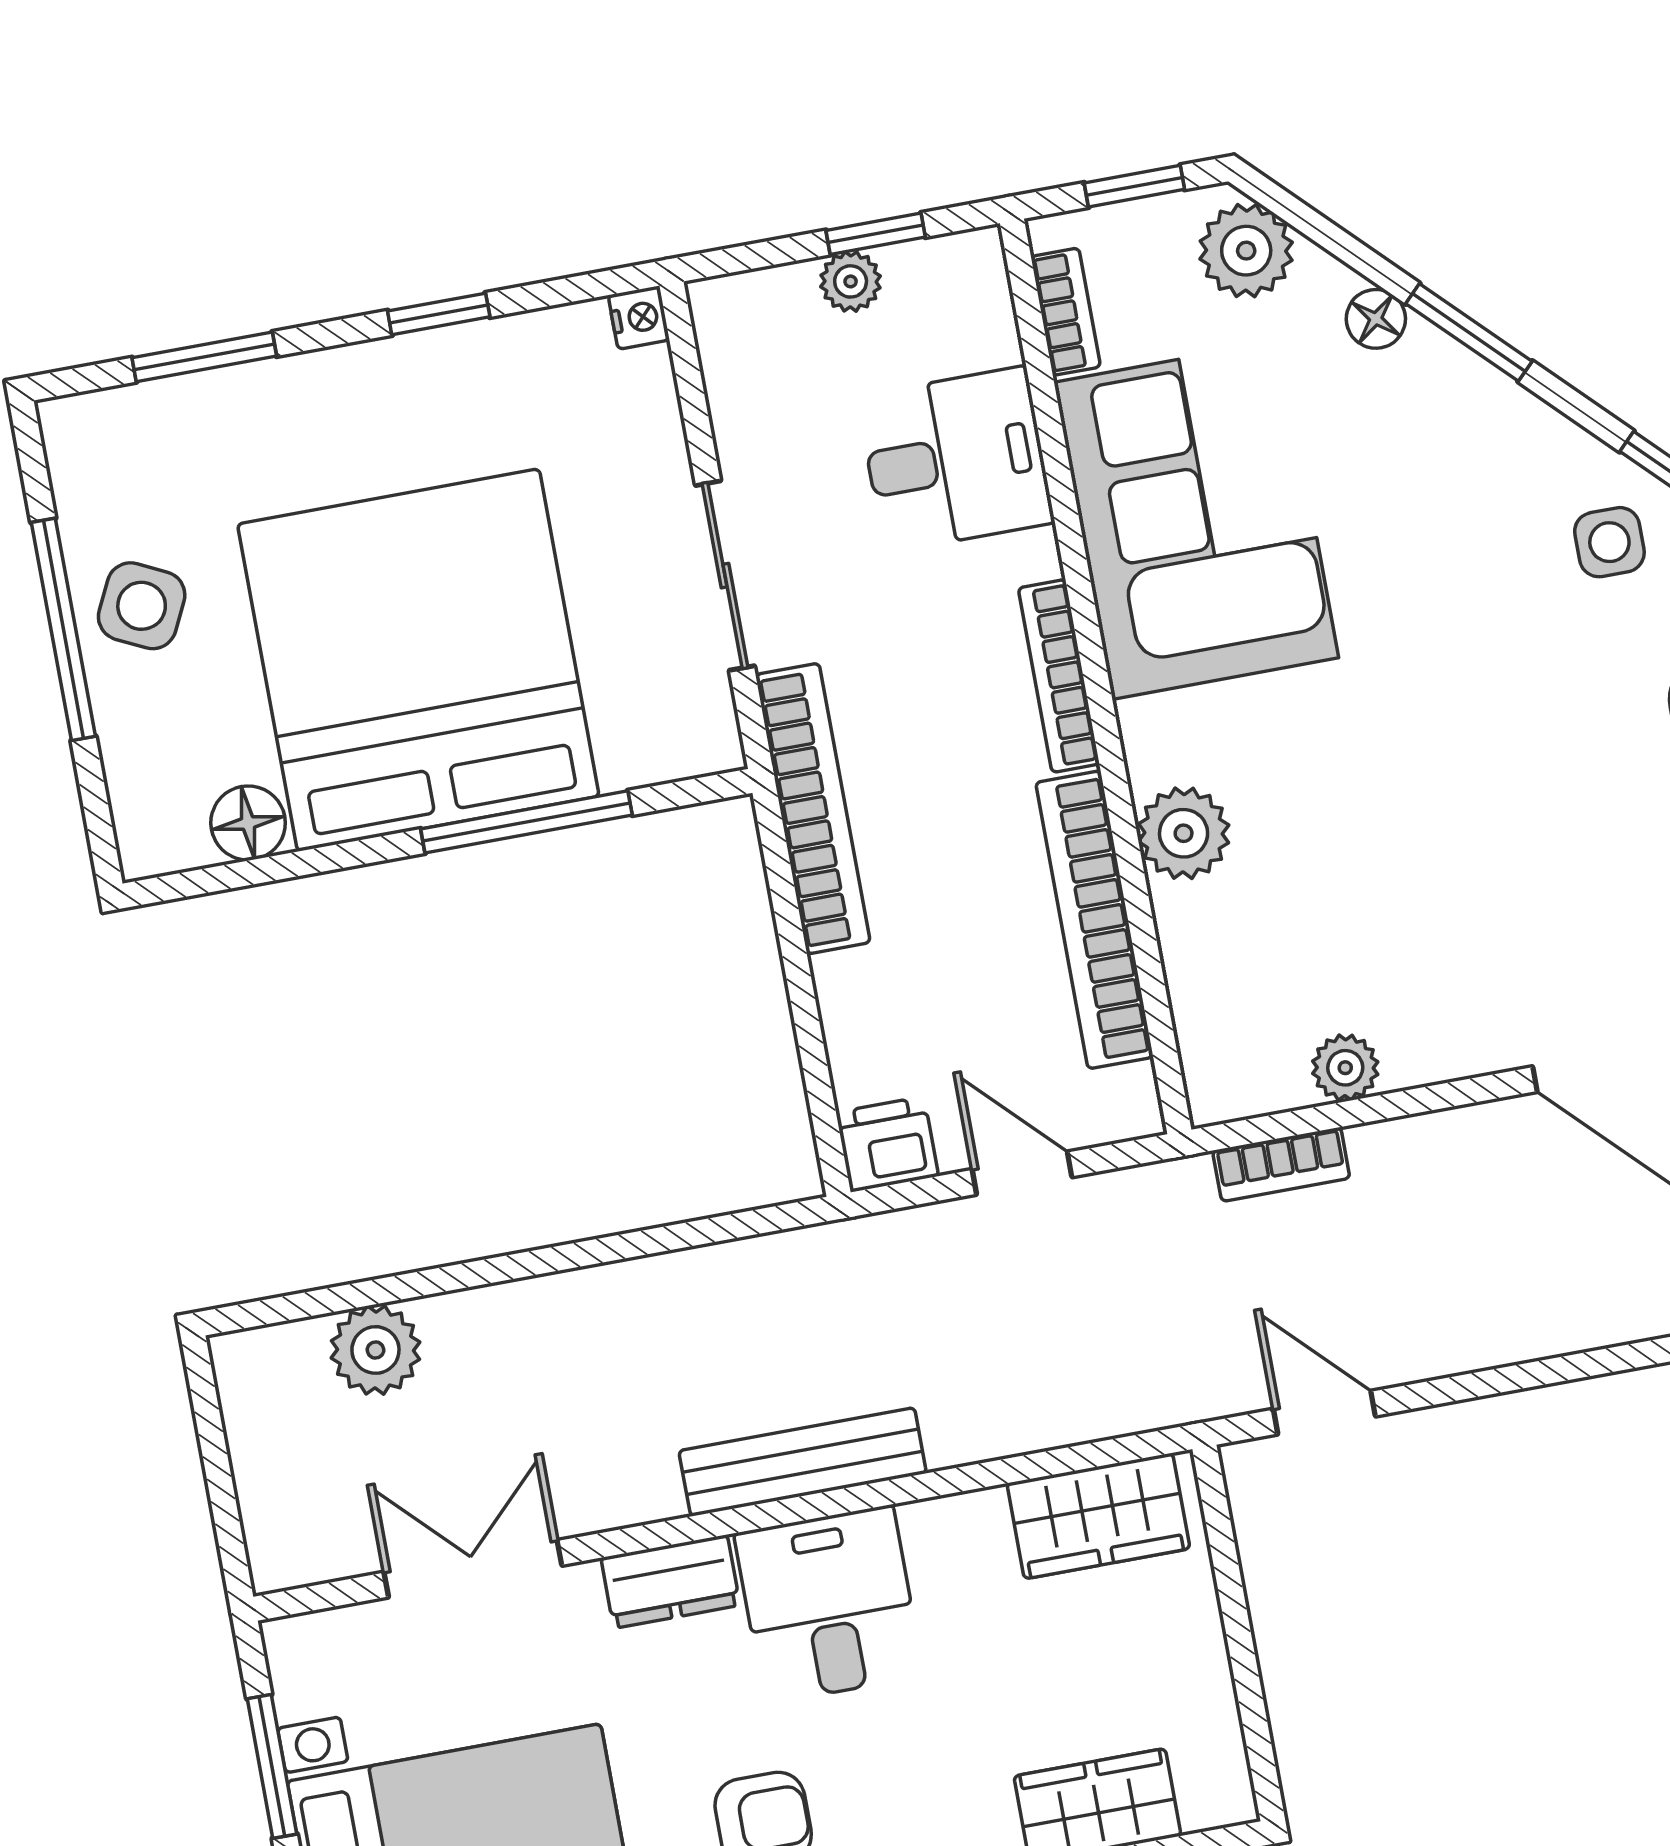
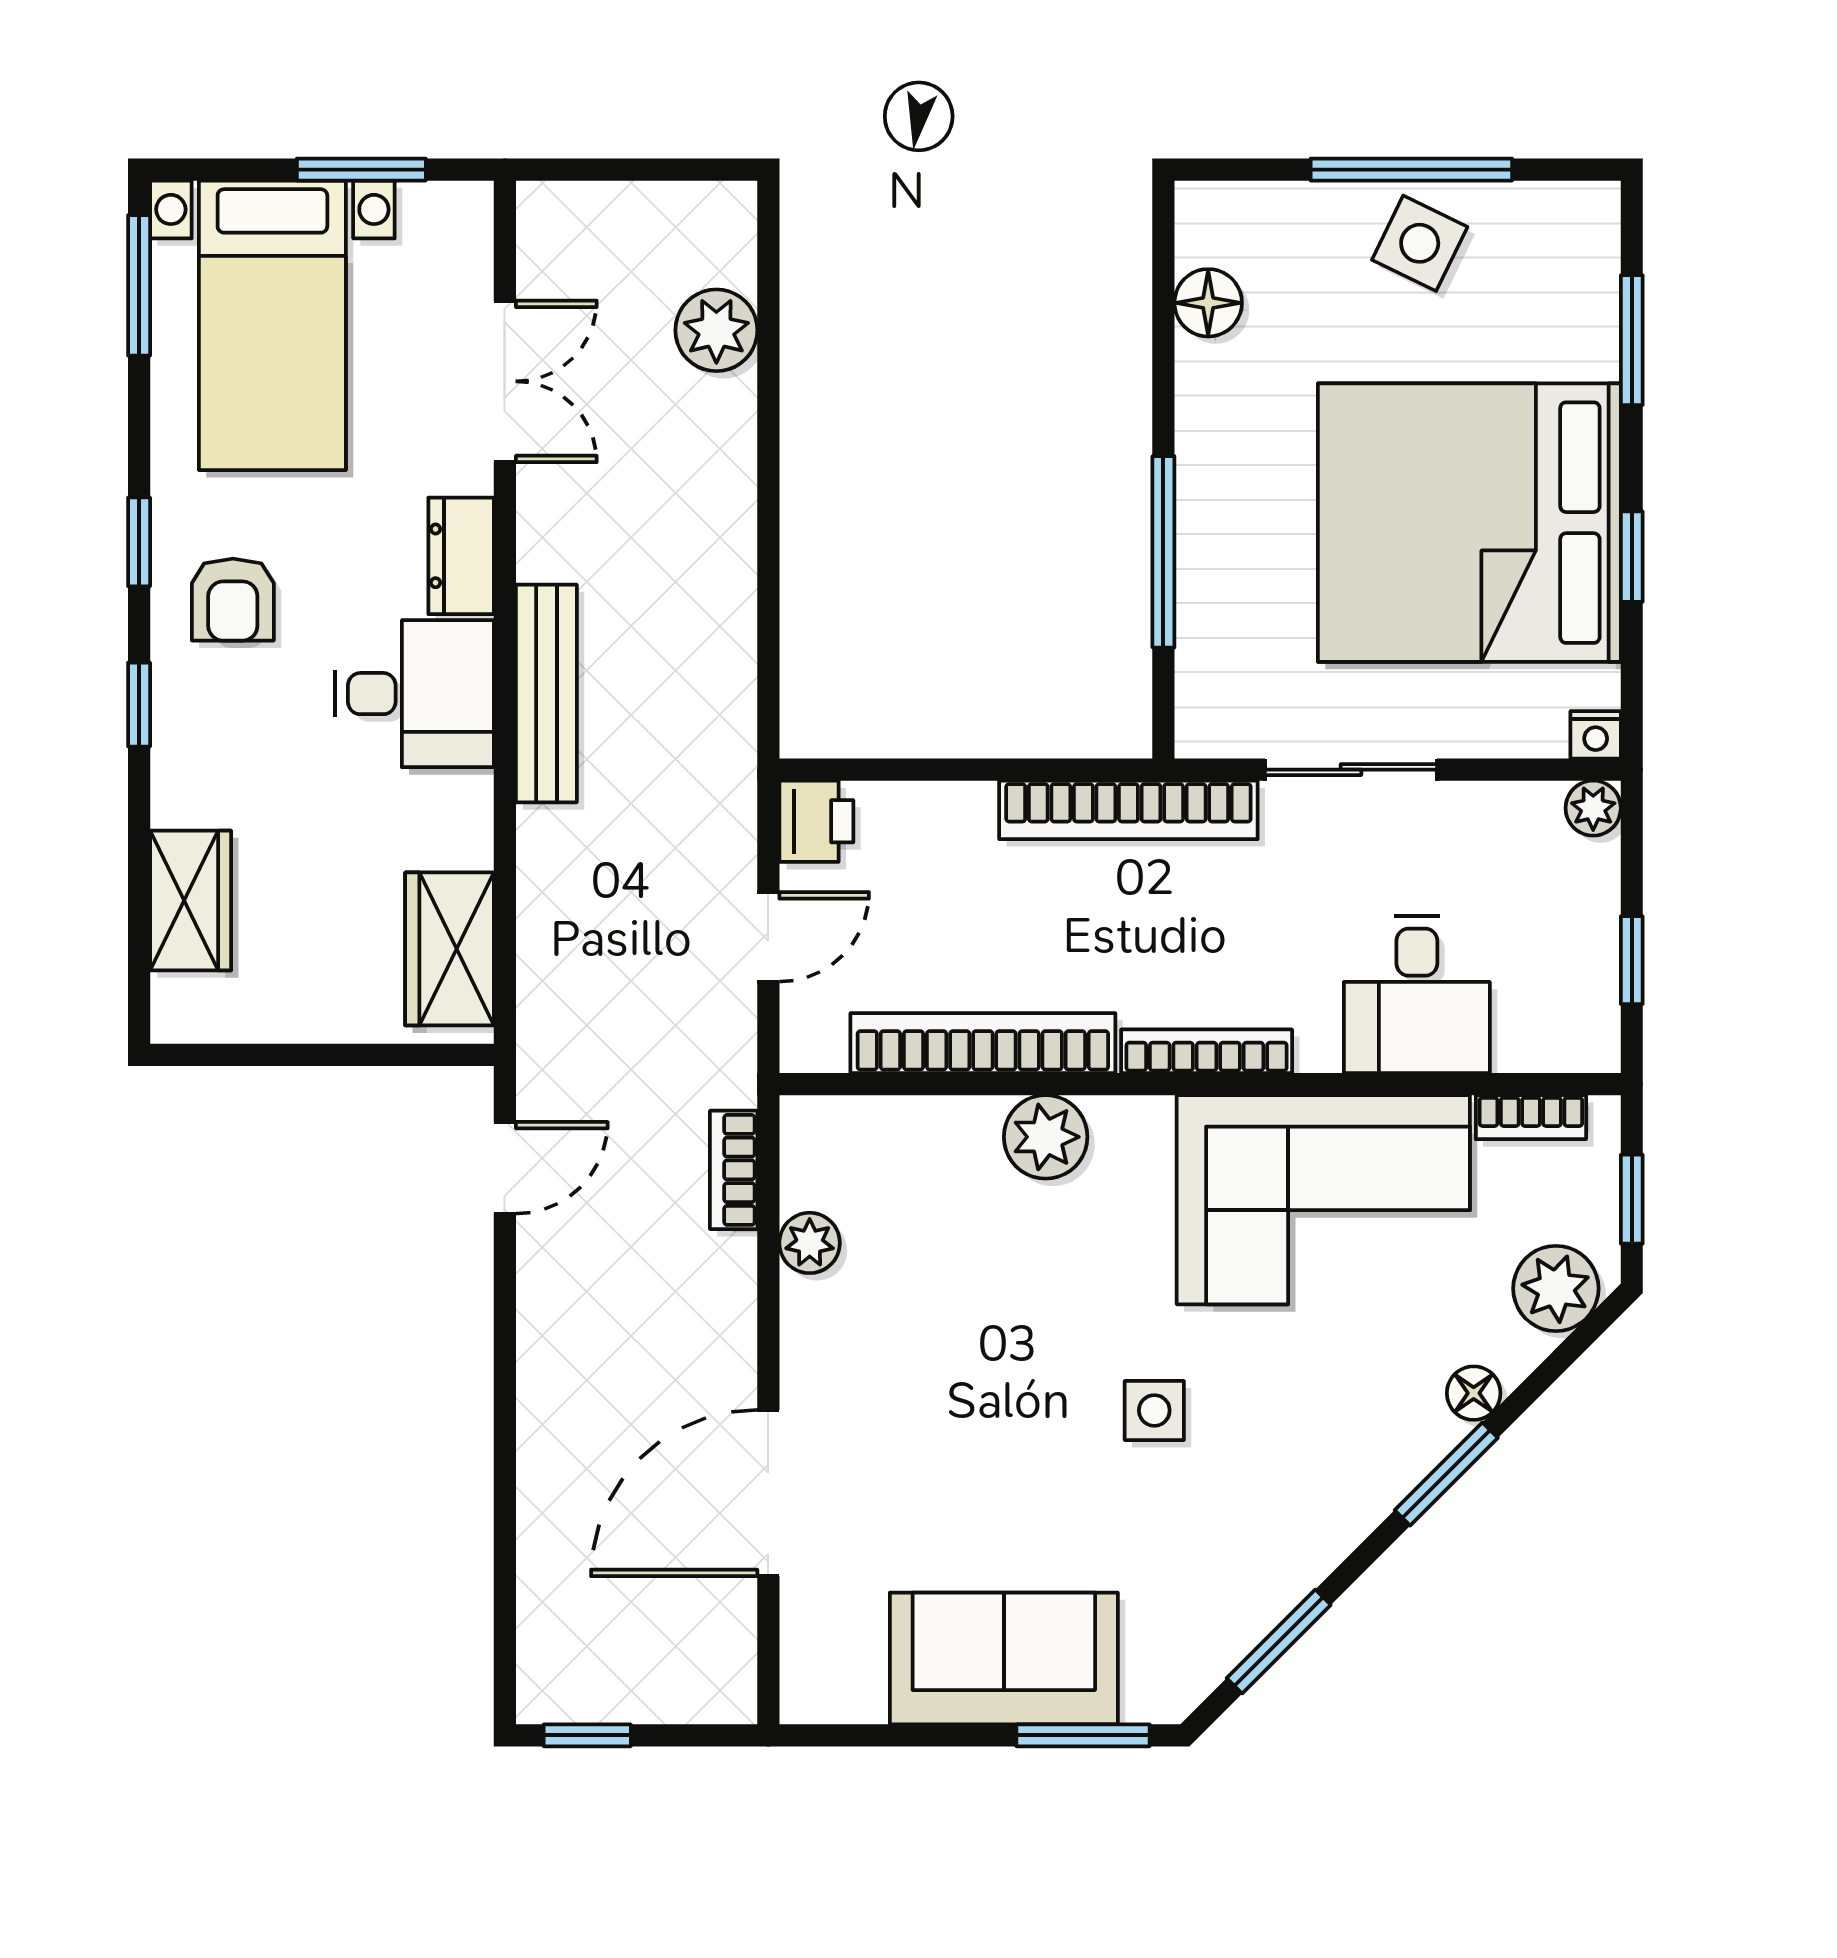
plant: (851, 281) -> (1593, 808), moved
side table: (1609, 542) -> (1154, 1410), moved
bed: (418, 660) -> (1469, 523), moved, turned 180

